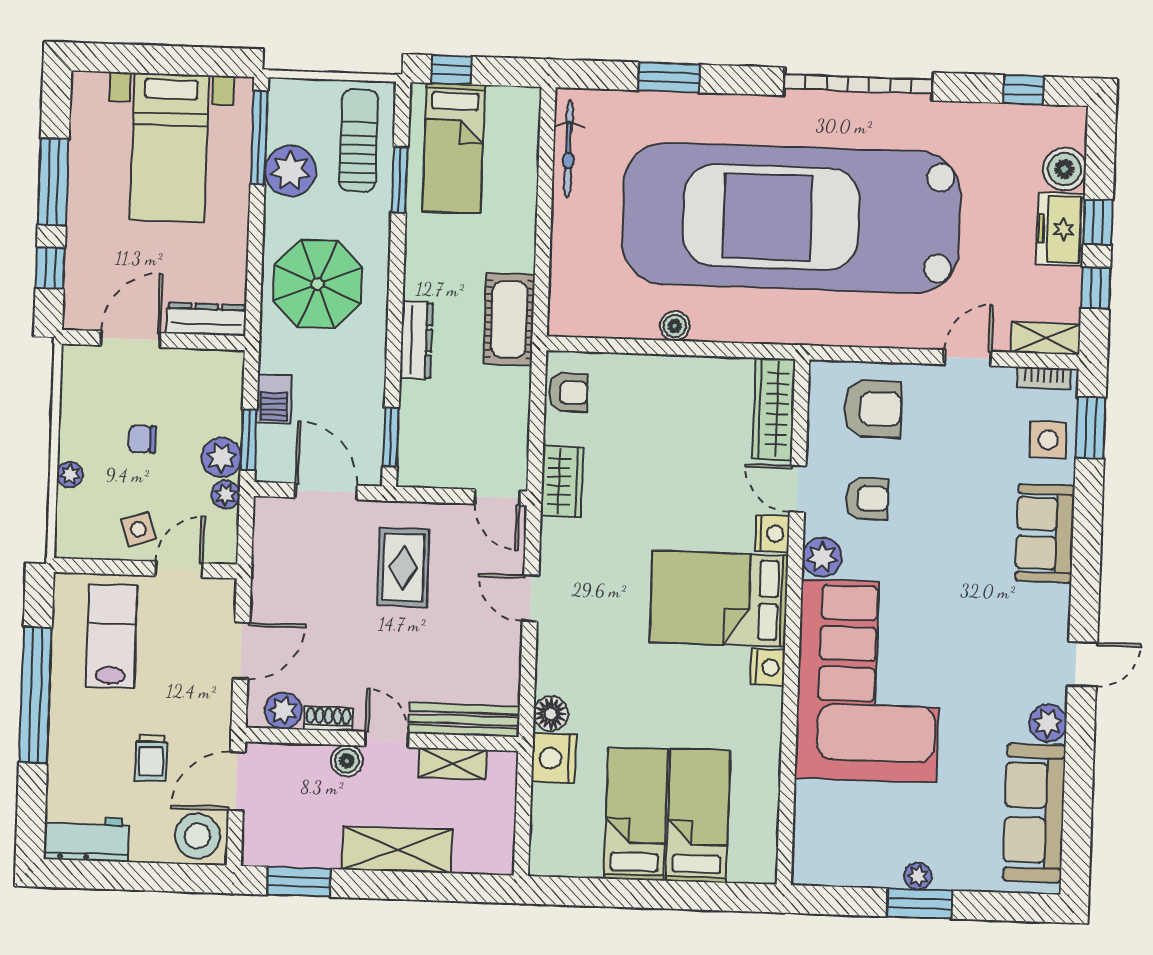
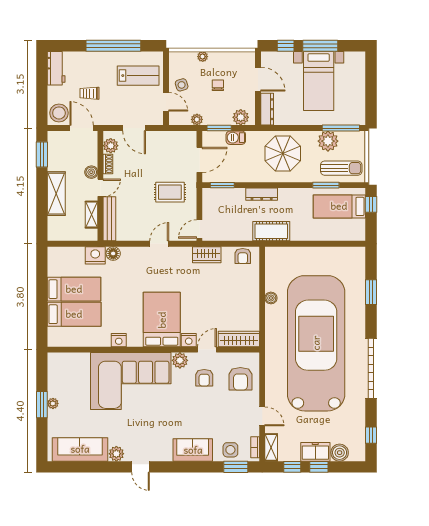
bed with nightstands: (169, 147) -> (319, 81), moved, turned -90
bicycle: (569, 149) -> (341, 253), removed
plant: (221, 457) -> (241, 117), moved
nightstand: (768, 667) -> (119, 340), moved

